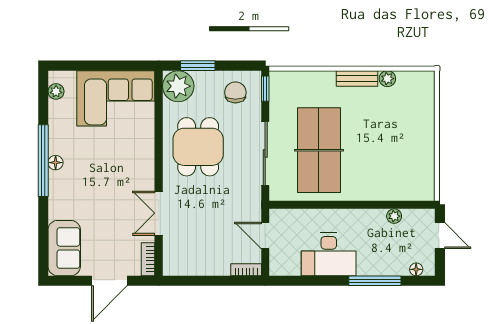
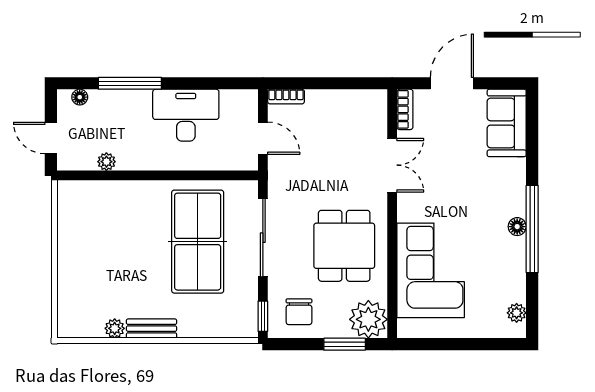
corner sofa: (116, 98) -> (431, 270), moved, turned 90

